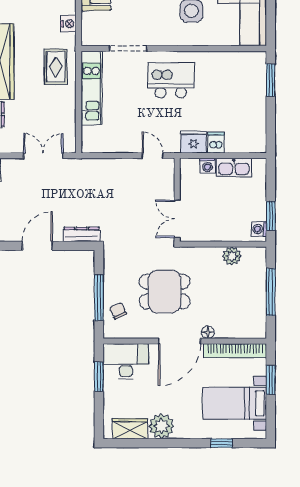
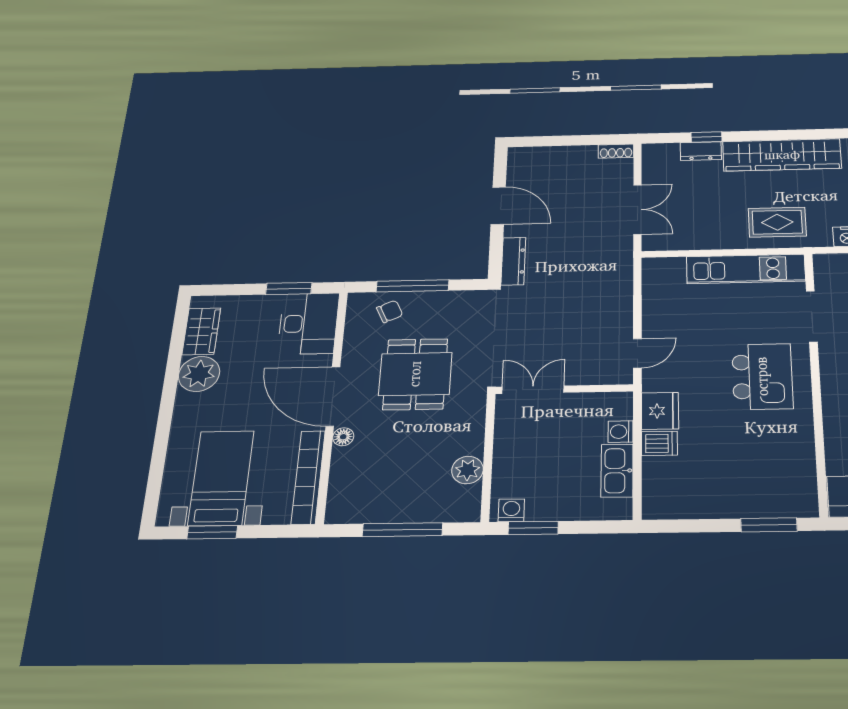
window: (271, 380) -> (212, 532), moved
window: (222, 443) -> (158, 460), removed

